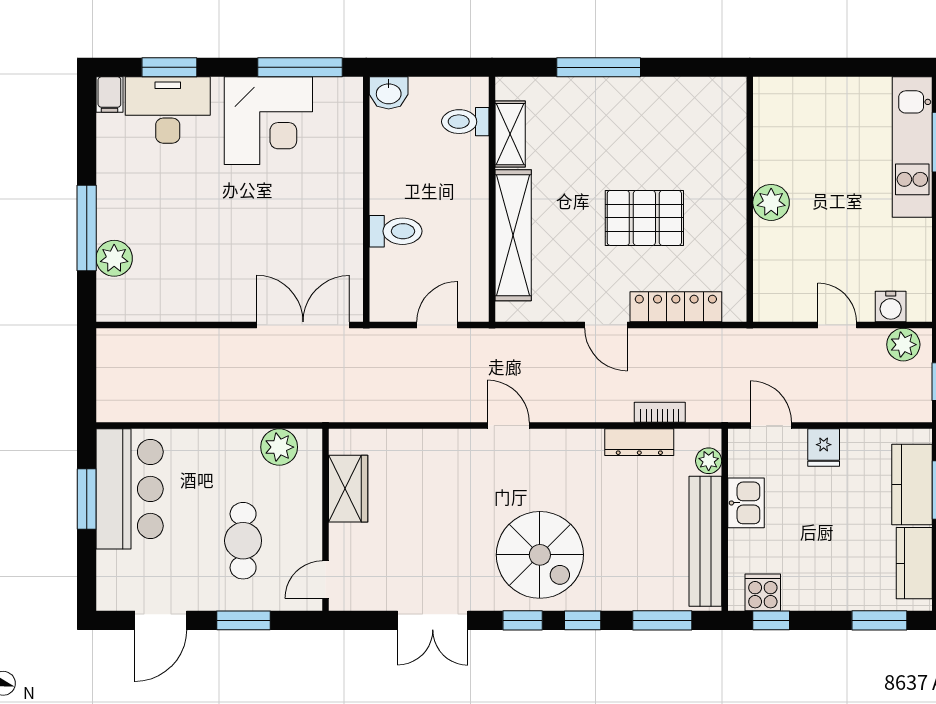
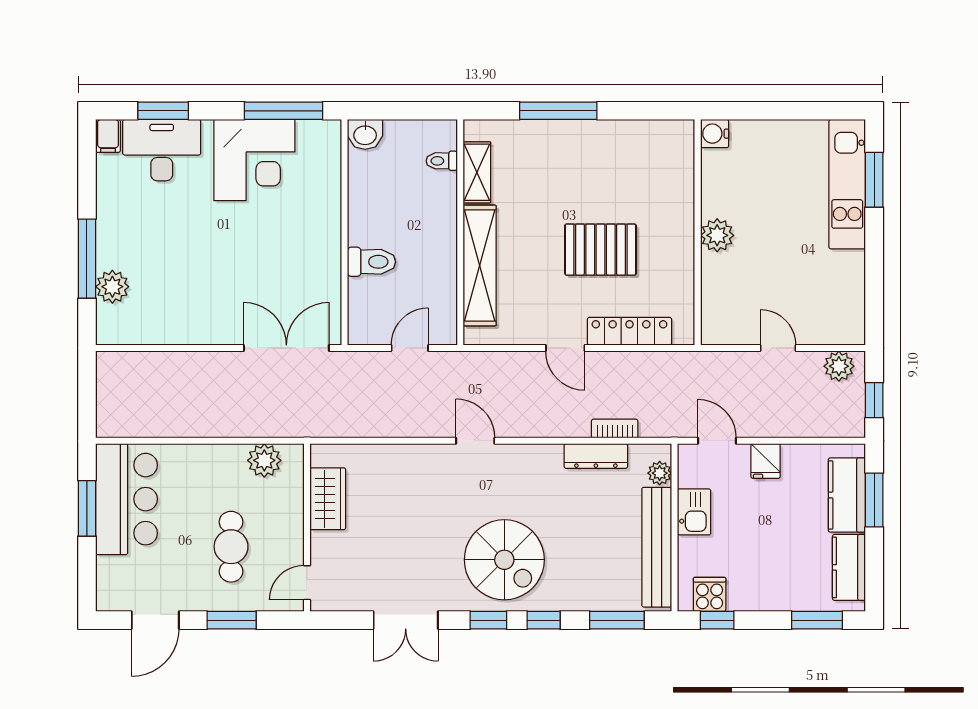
toilet: (465, 122) -> (442, 161), width x0.73, depth x0.72
water cooler: (891, 307) -> (715, 134), moved, turned 90

